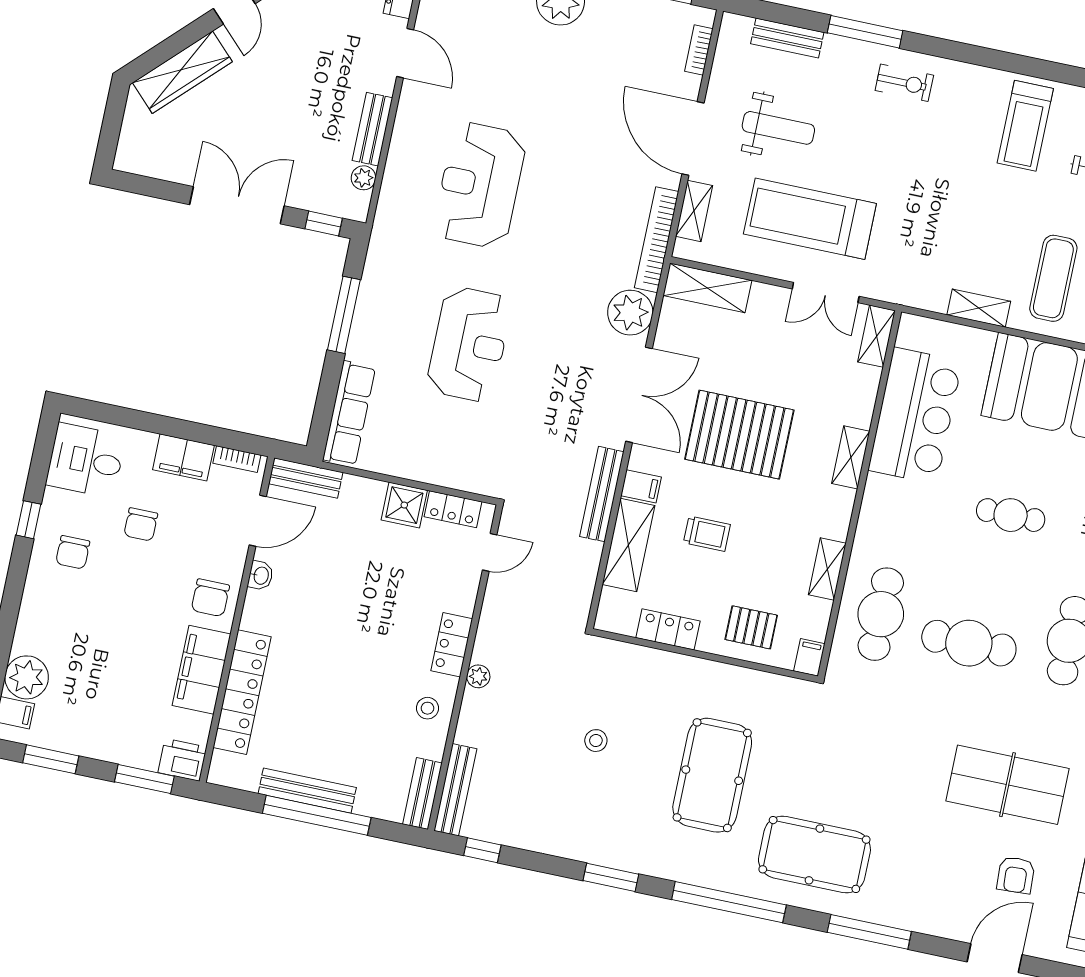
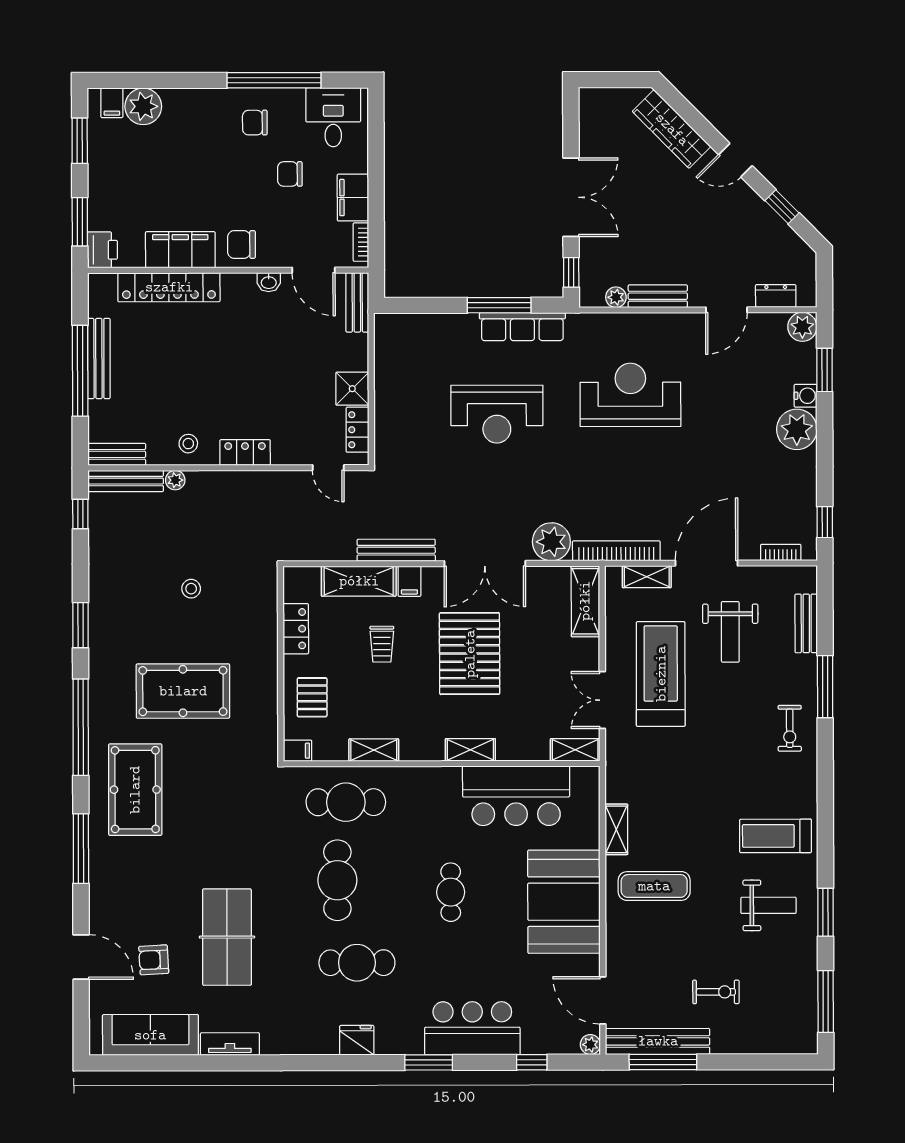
row of seats: (349, 413) -> (522, 327), moved
window: (29, 520) -> (274, 80), width x3.17
plant: (478, 676) -> (175, 480), moved

